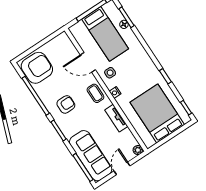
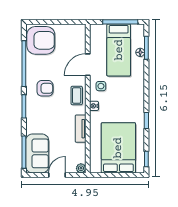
door: (88, 62) -> (88, 65), hinge flipped
sofa: (91, 156) -> (37, 153), width x0.73

